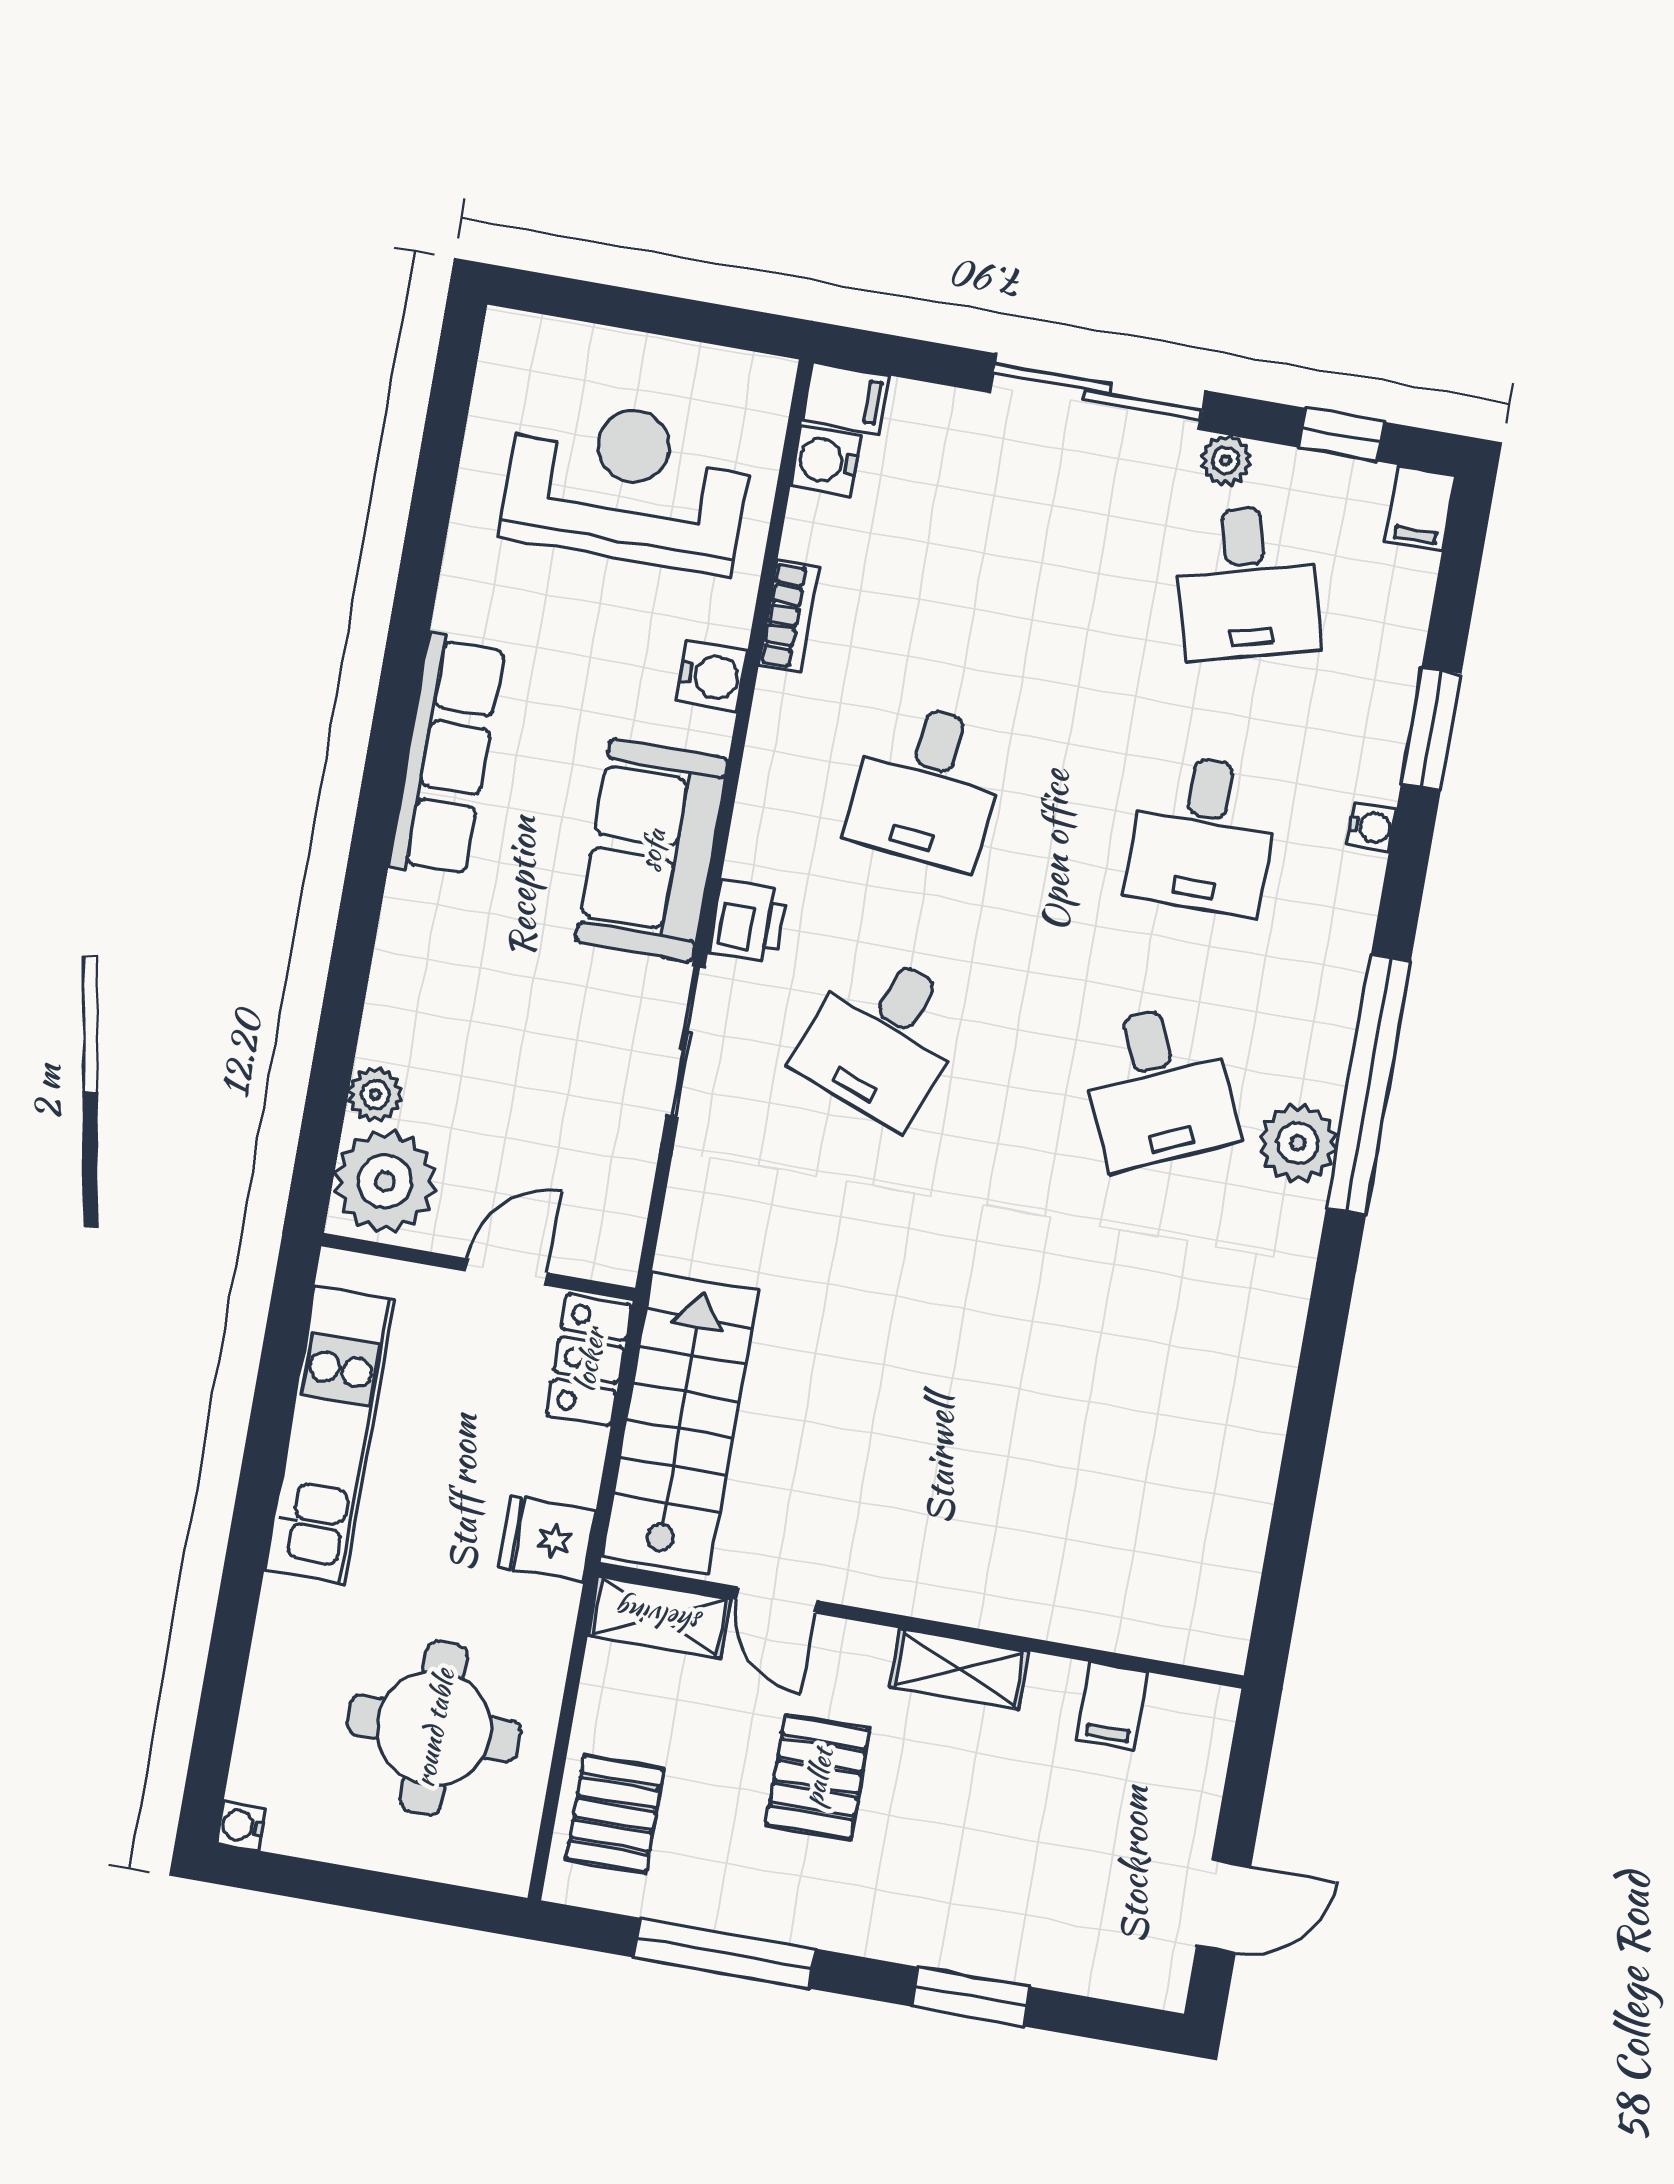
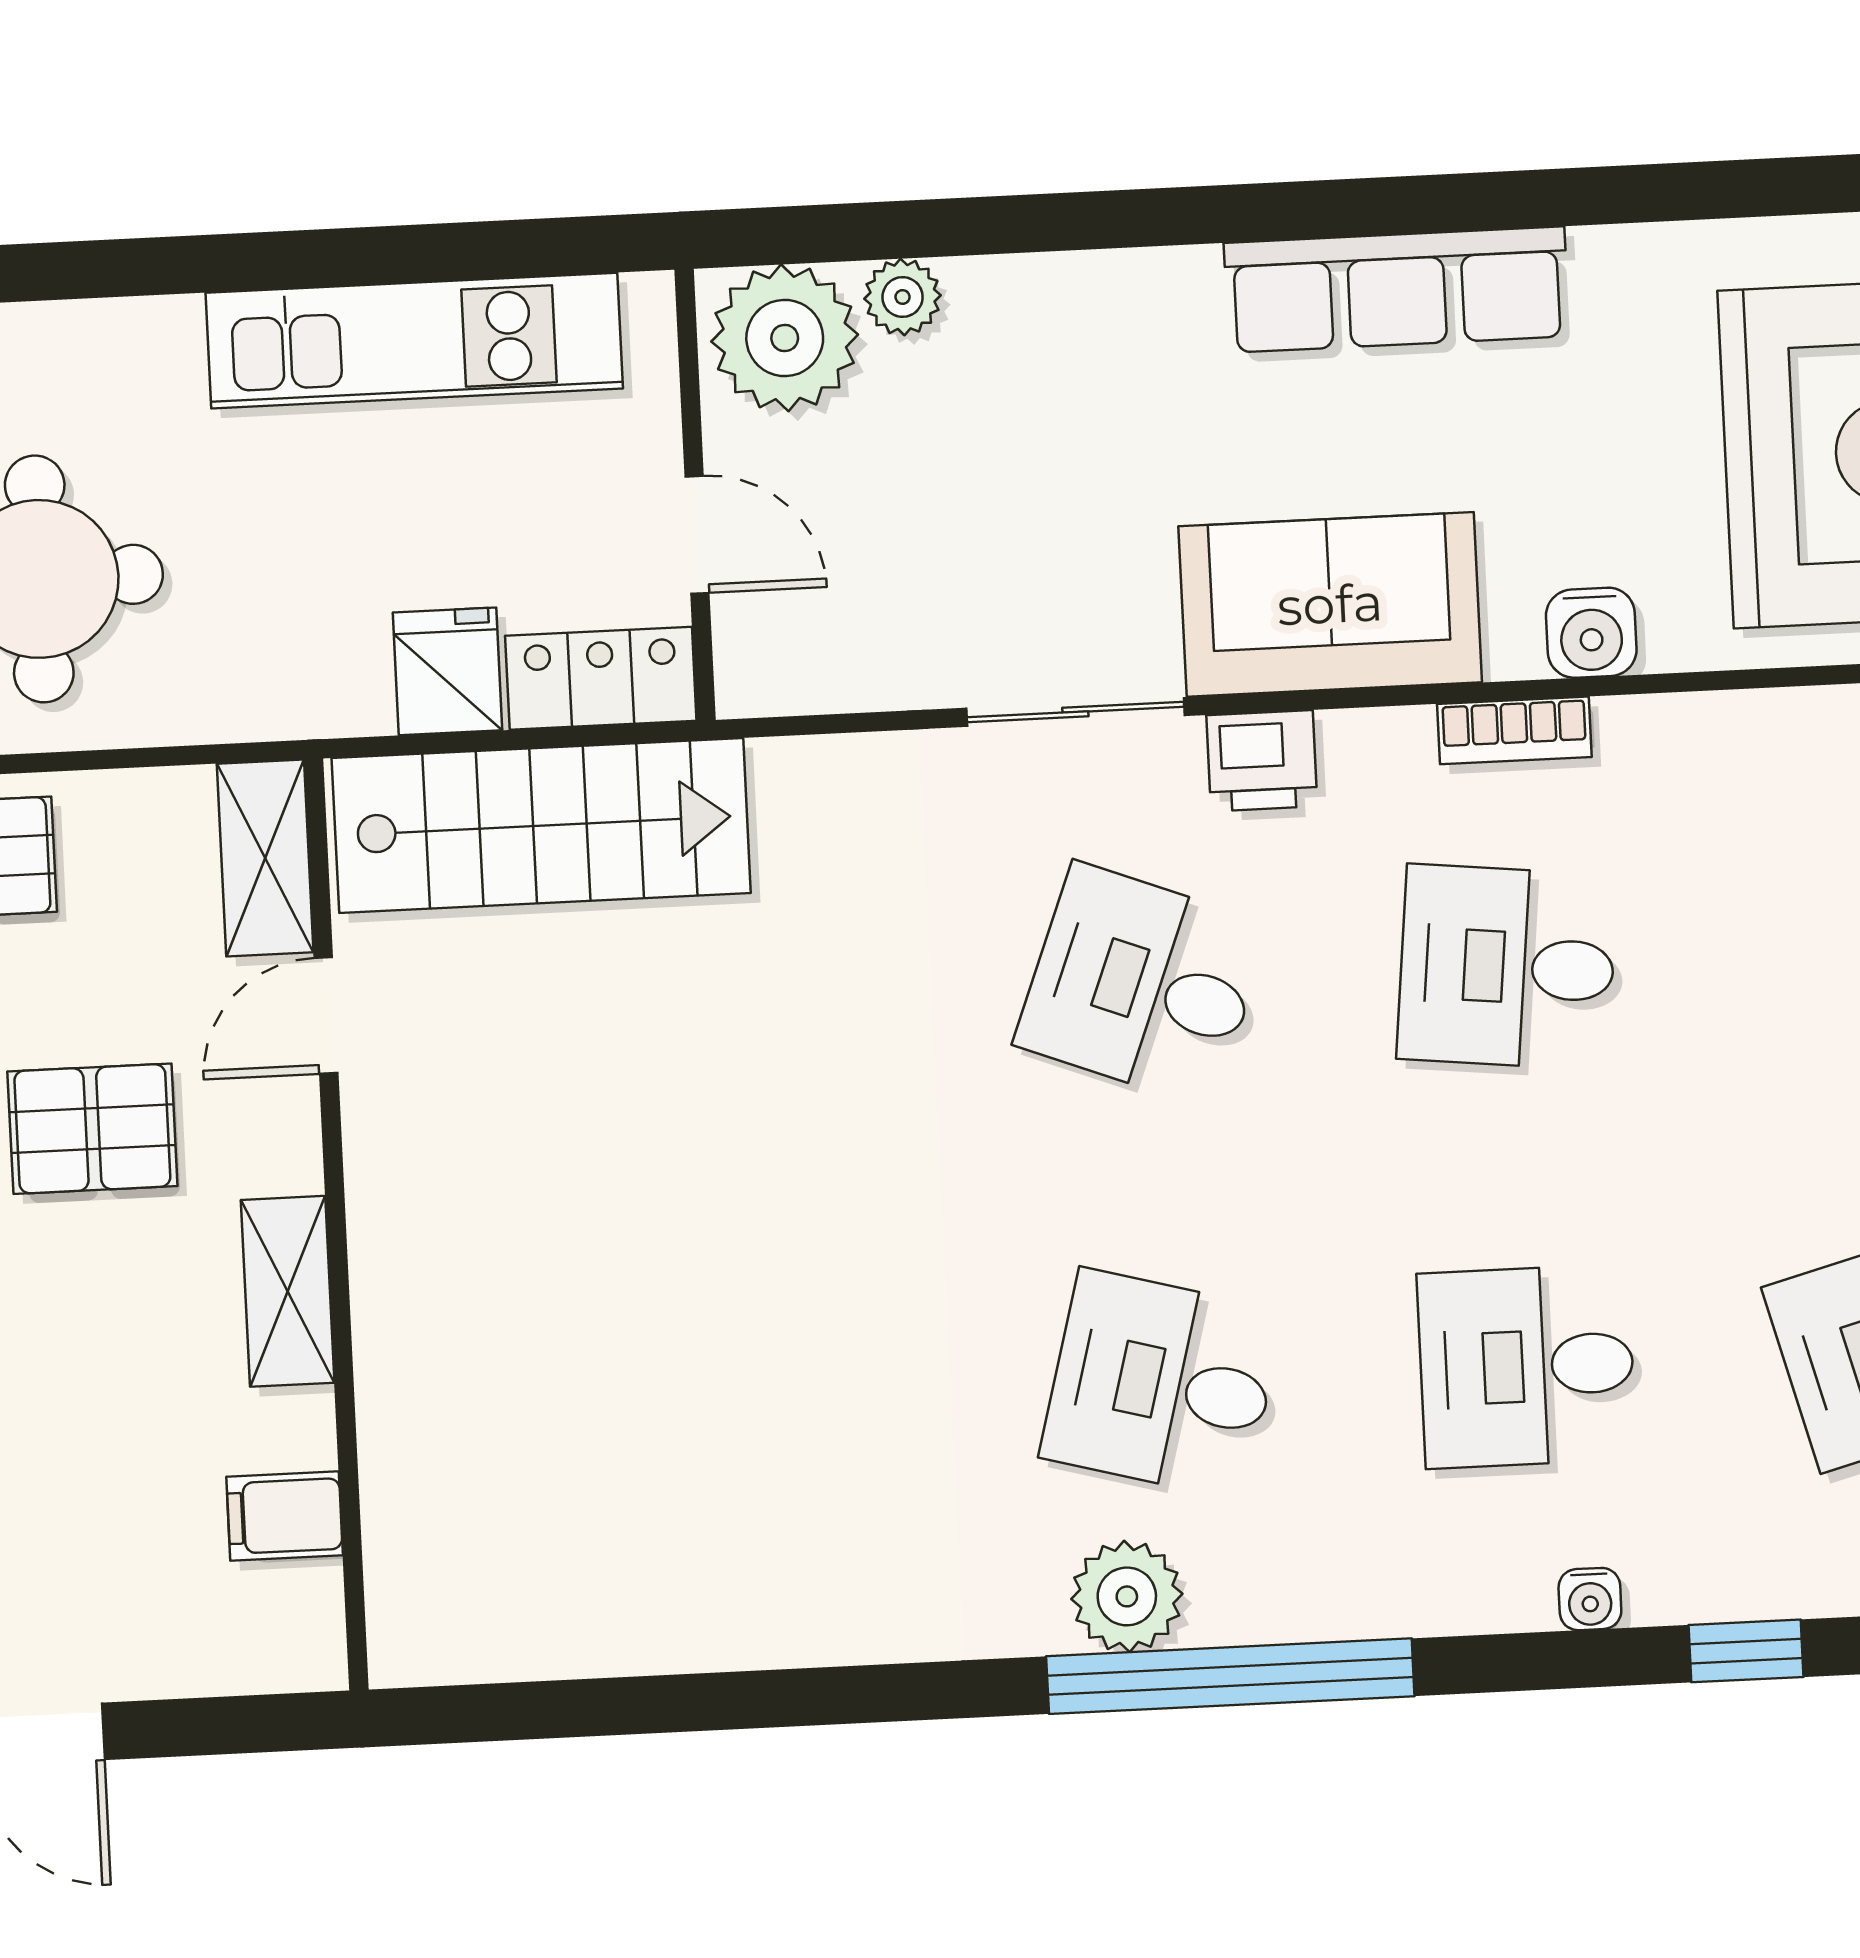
bookcase: (789, 616) -> (1514, 730), moved
window: (1431, 728) -> (1746, 1651), width x0.67
desk: (1158, 1086) -> (1162, 1384), turned 39
fridge: (547, 1539) -> (447, 671), moved

